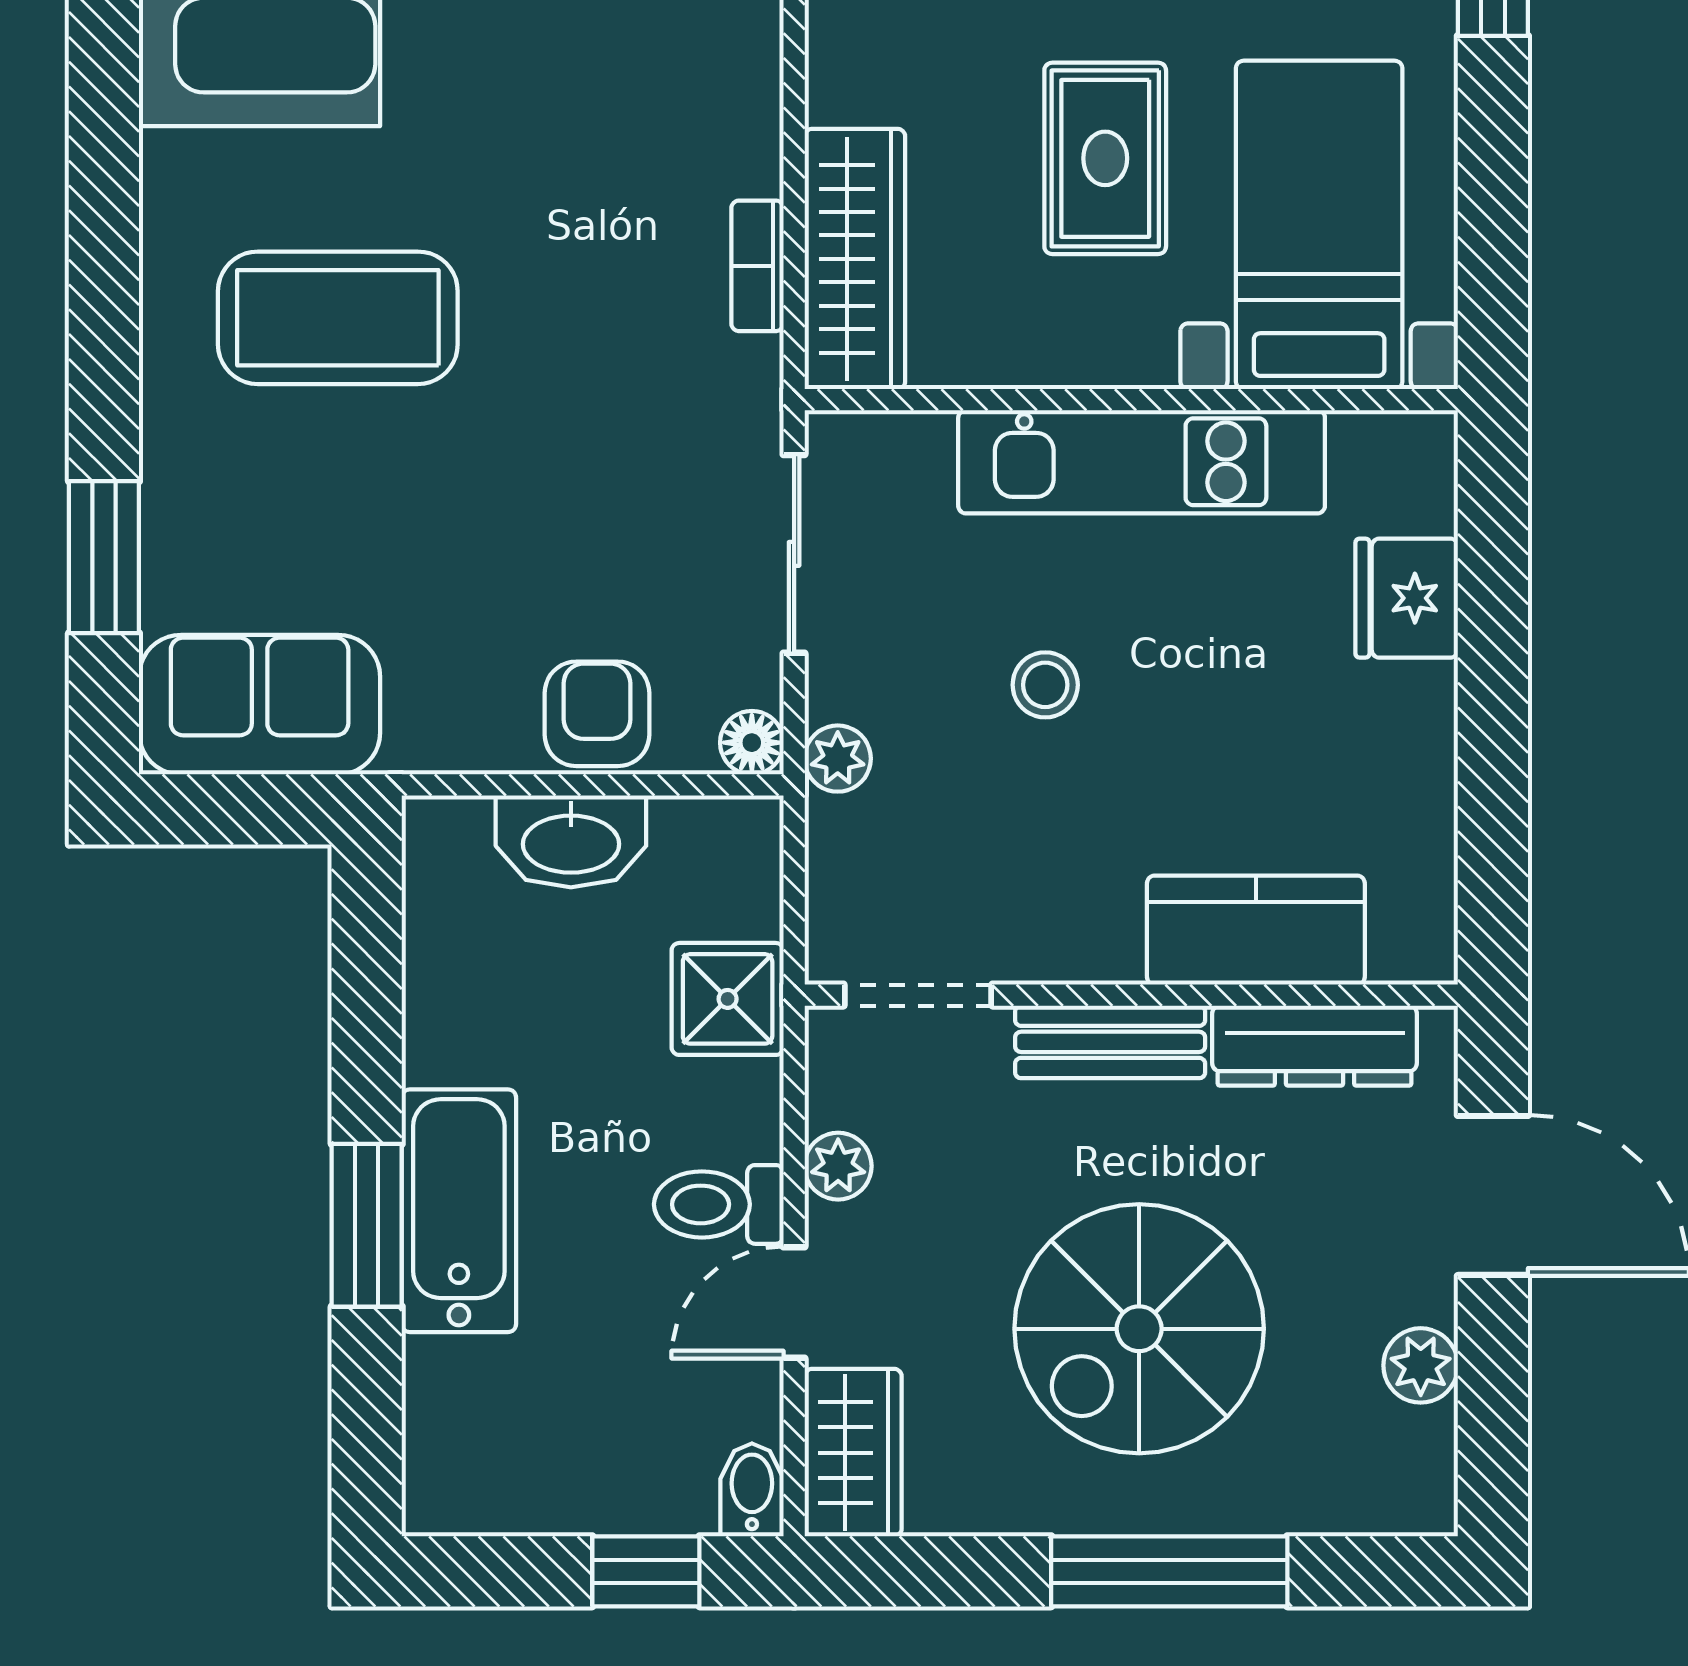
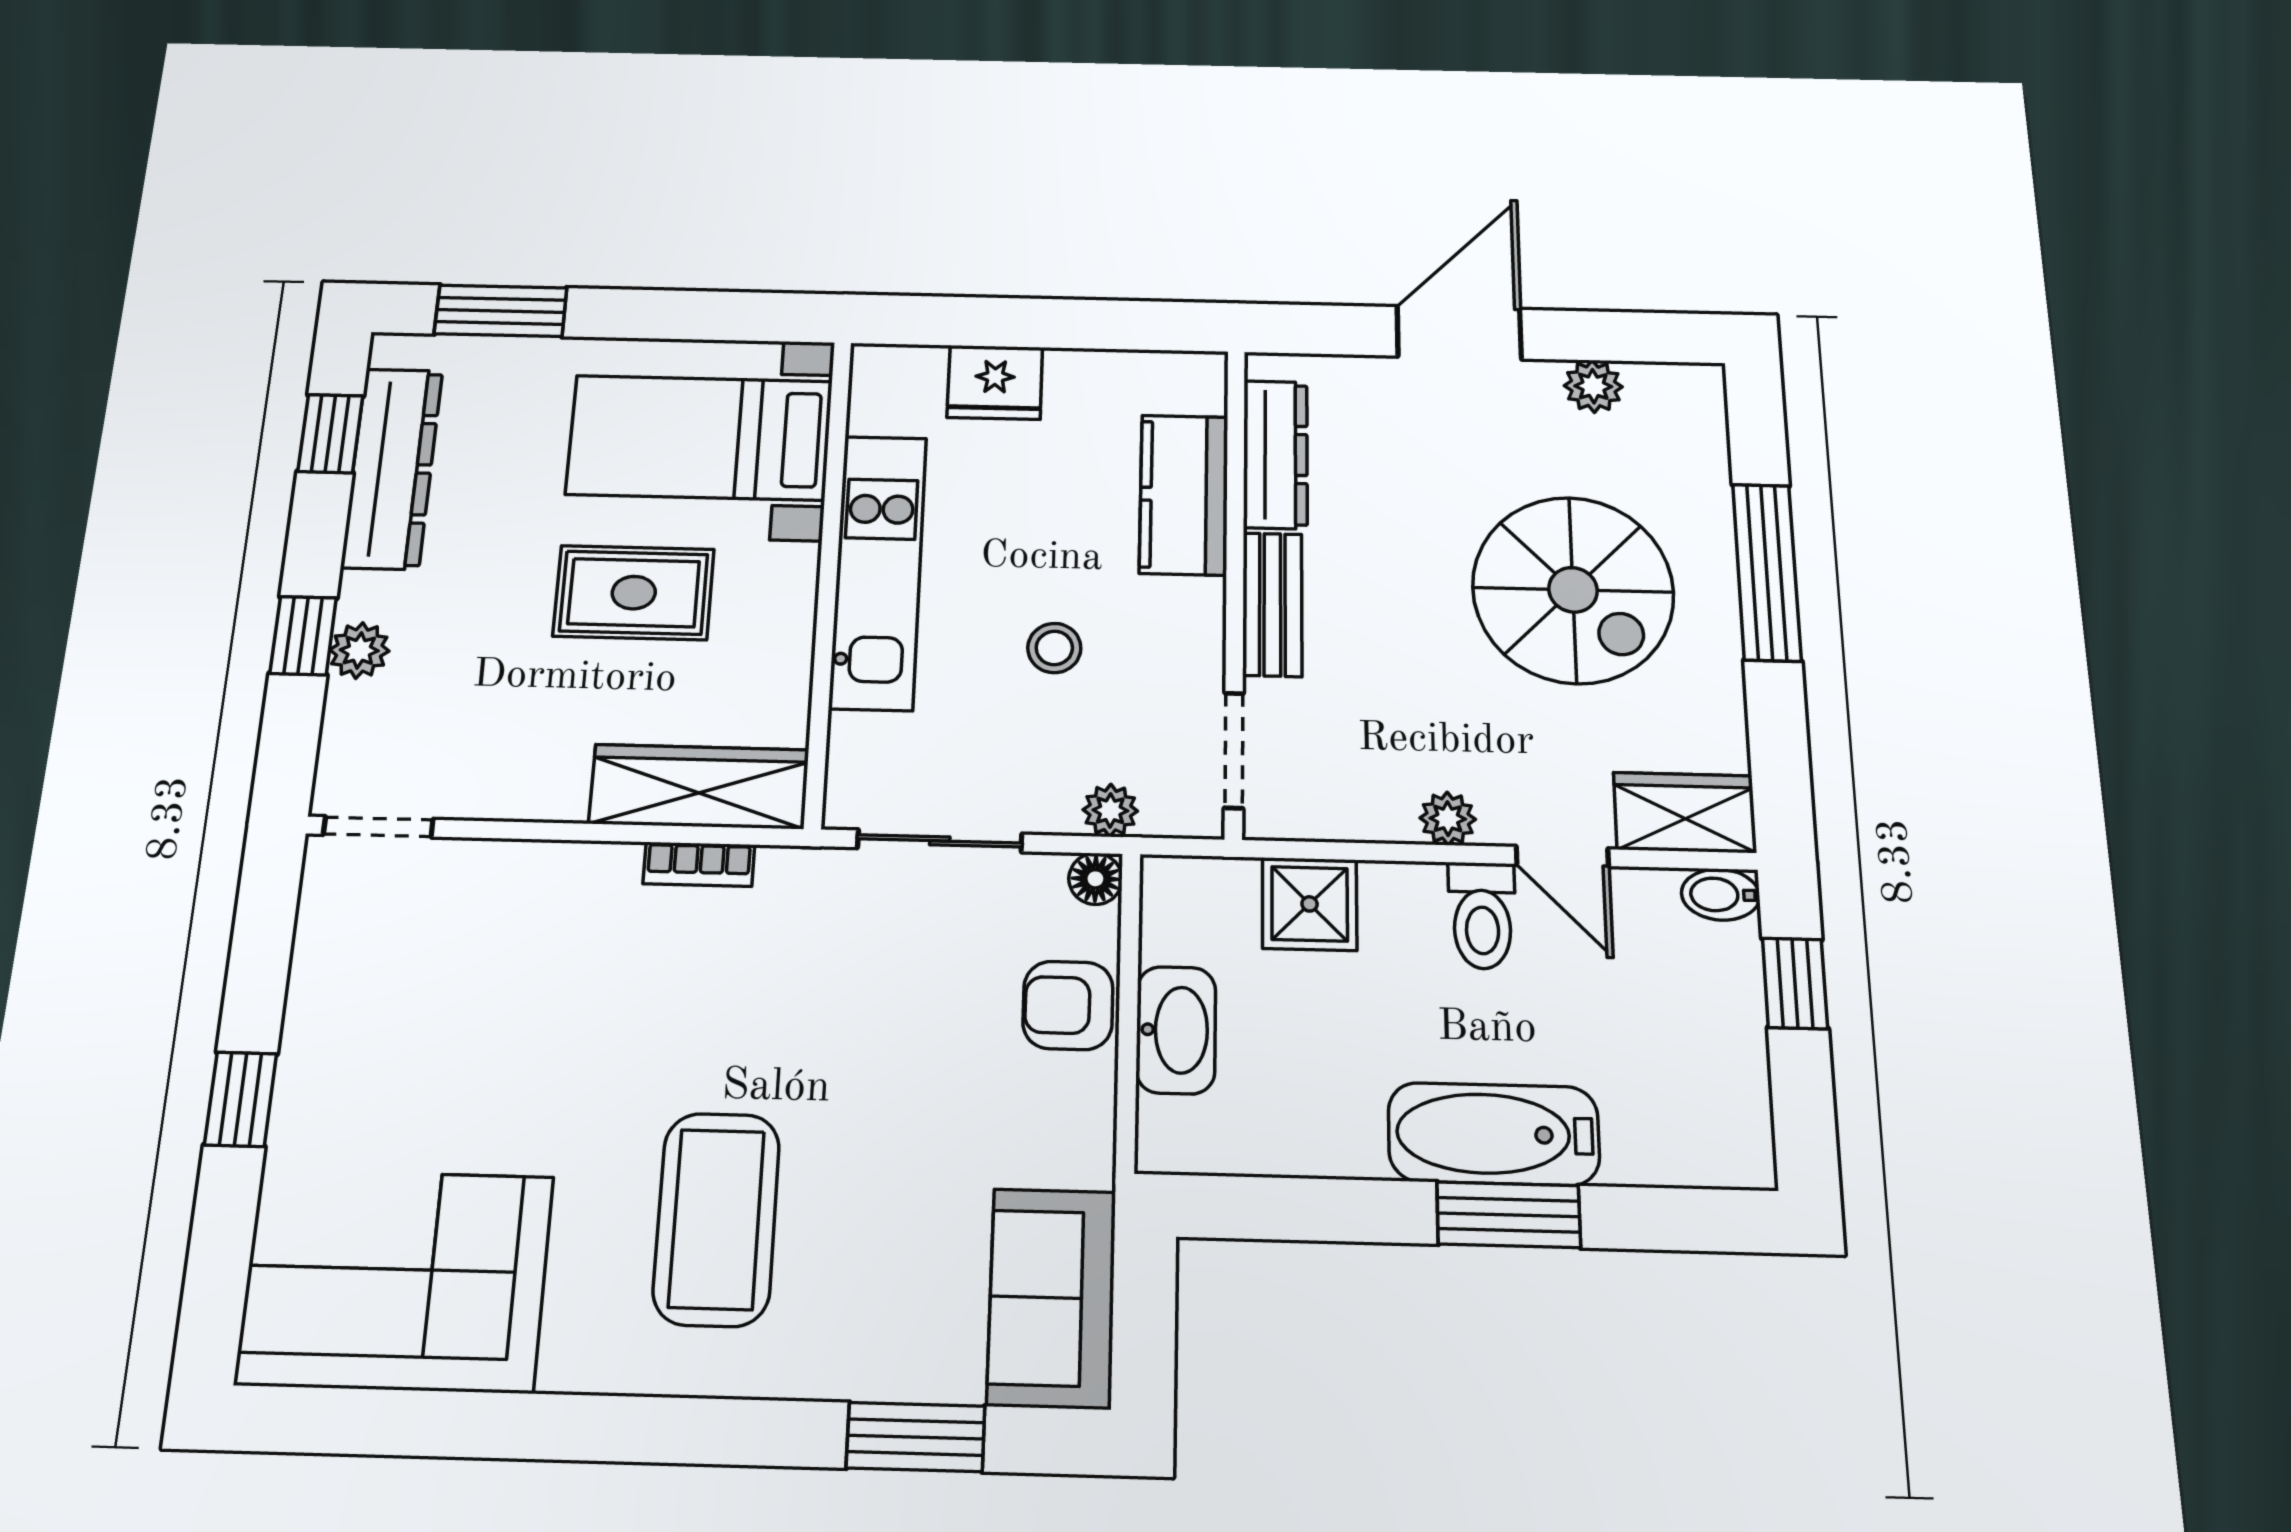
kitchen counter: (1256, 930) -> (1184, 495), moved
doorway: (918, 995) -> (1234, 750), moved
wall: (1131, 995) -> (1235, 588), moved
bench: (1110, 1042) -> (1272, 604), moved
dresser: (1315, 1046) -> (1275, 454), moved

